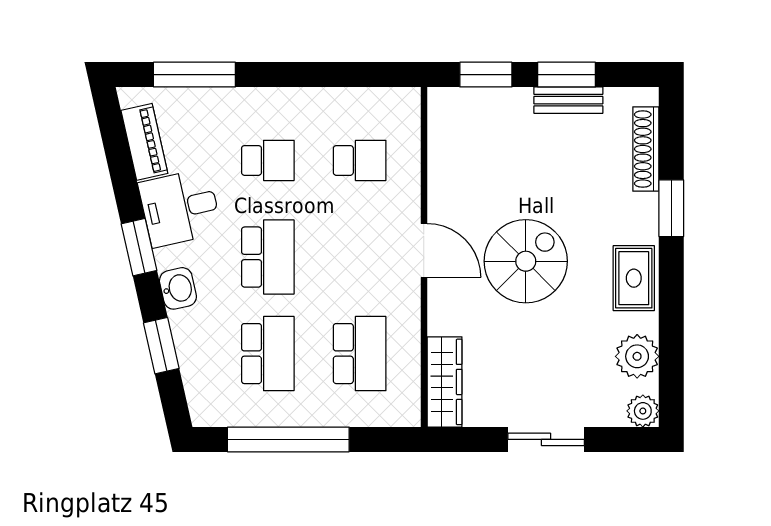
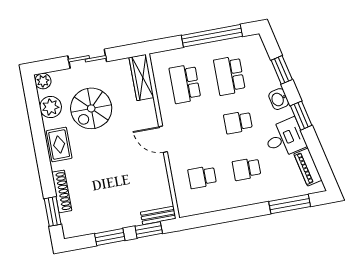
bench: (568, 100) -> (158, 215), moved
shoe rack: (646, 149) -> (62, 191), moved
window: (671, 208) -> (53, 211), moved
school desk: (268, 257) -> (238, 122), width x0.54
spiral stairs: (526, 261) -> (91, 108), moved

